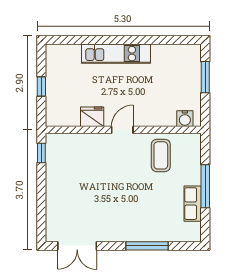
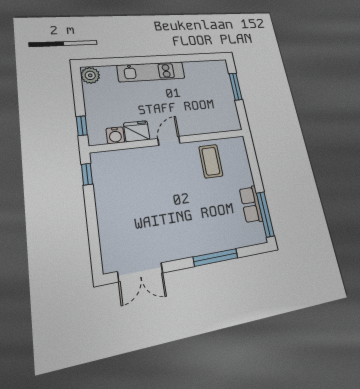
plant: (55, 54) -> (90, 75), added
window: (41, 87) -> (82, 126), moved
water cooler: (185, 119) -> (115, 135), moved
window: (205, 186) -> (265, 214), moved

